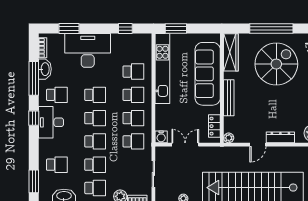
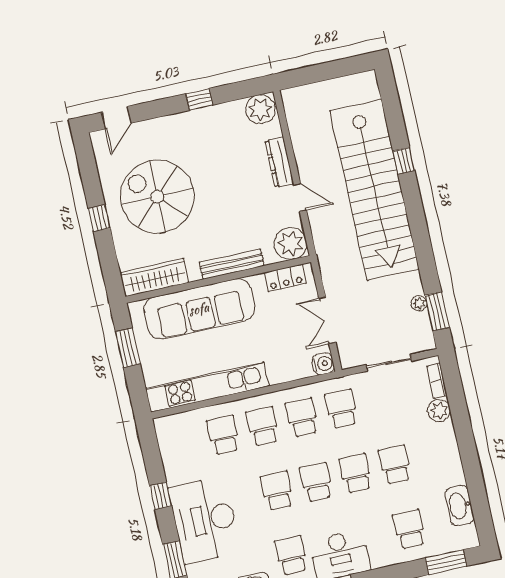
window: (125, 29) -> (161, 496), moved
window: (176, 29) -> (128, 348), moved
window: (271, 29) -> (99, 218), width x0.32
plant: (229, 138) -> (291, 244), width x1.87, depth x1.87
school desk: (95, 188) -> (434, 456), removed

